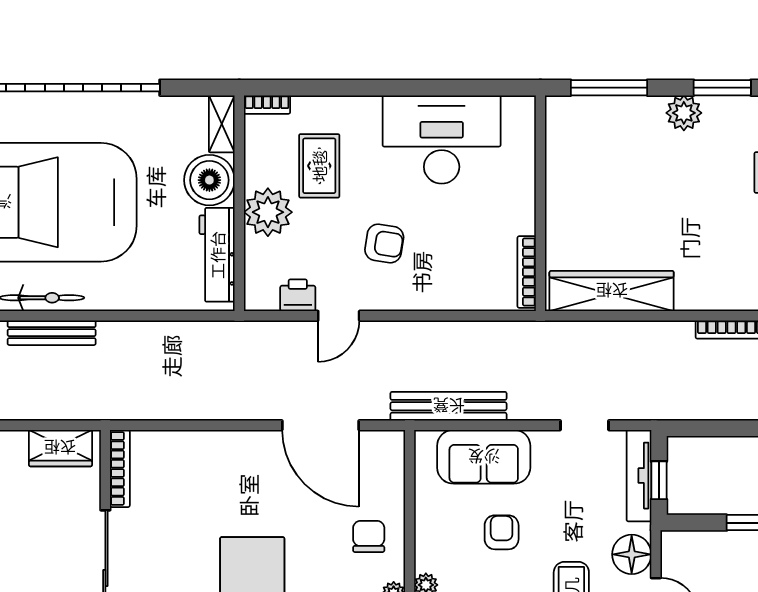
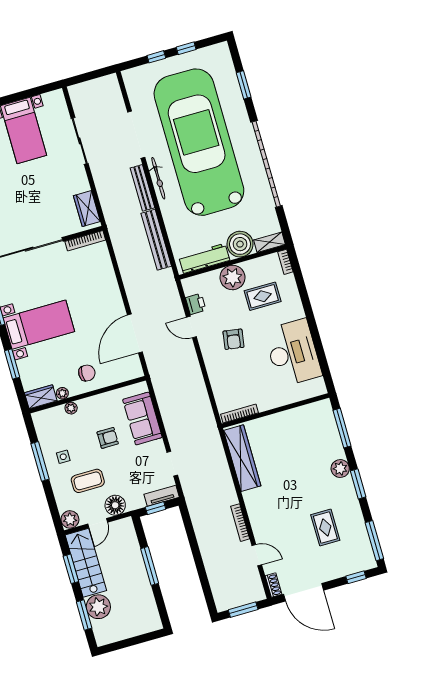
bench: (449, 406) -> (156, 240), moved
tv unit: (639, 476) -> (162, 496), width x0.71

